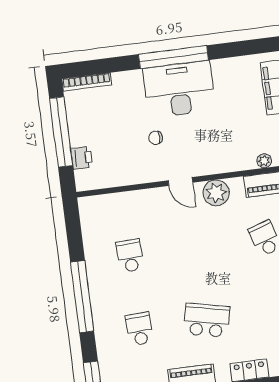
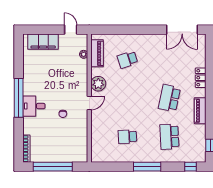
desk: (179, 89) -> (34, 106), width x0.53, depth x0.77
printer: (82, 158) -> (69, 157), removed
window: (82, 297) -> (147, 167), width x0.68
school desk: (139, 329) -> (169, 137), width x1.85

